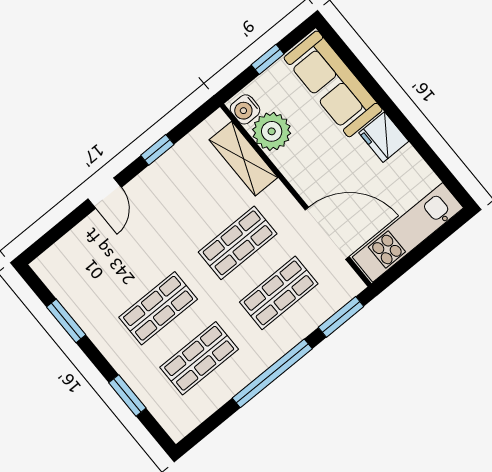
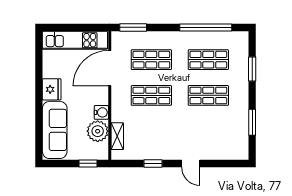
window: (268, 59) -> (88, 163), moved
water cooler: (245, 109) -> (101, 112), moved
shelving: (243, 159) -> (117, 136), width x0.67, depth x0.75
door: (105, 193) -> (191, 163), swing flipped
door: (327, 233) -> (110, 68), hinge flipped
window: (272, 373) -> (206, 27), moved

